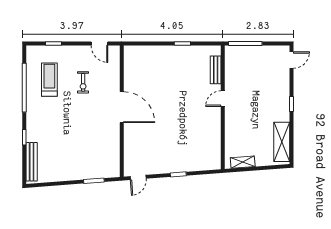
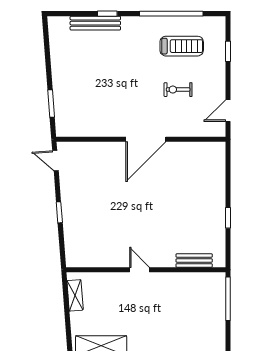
door: (223, 99) -> (140, 270), moved
bench: (32, 162) -> (95, 23), moved

